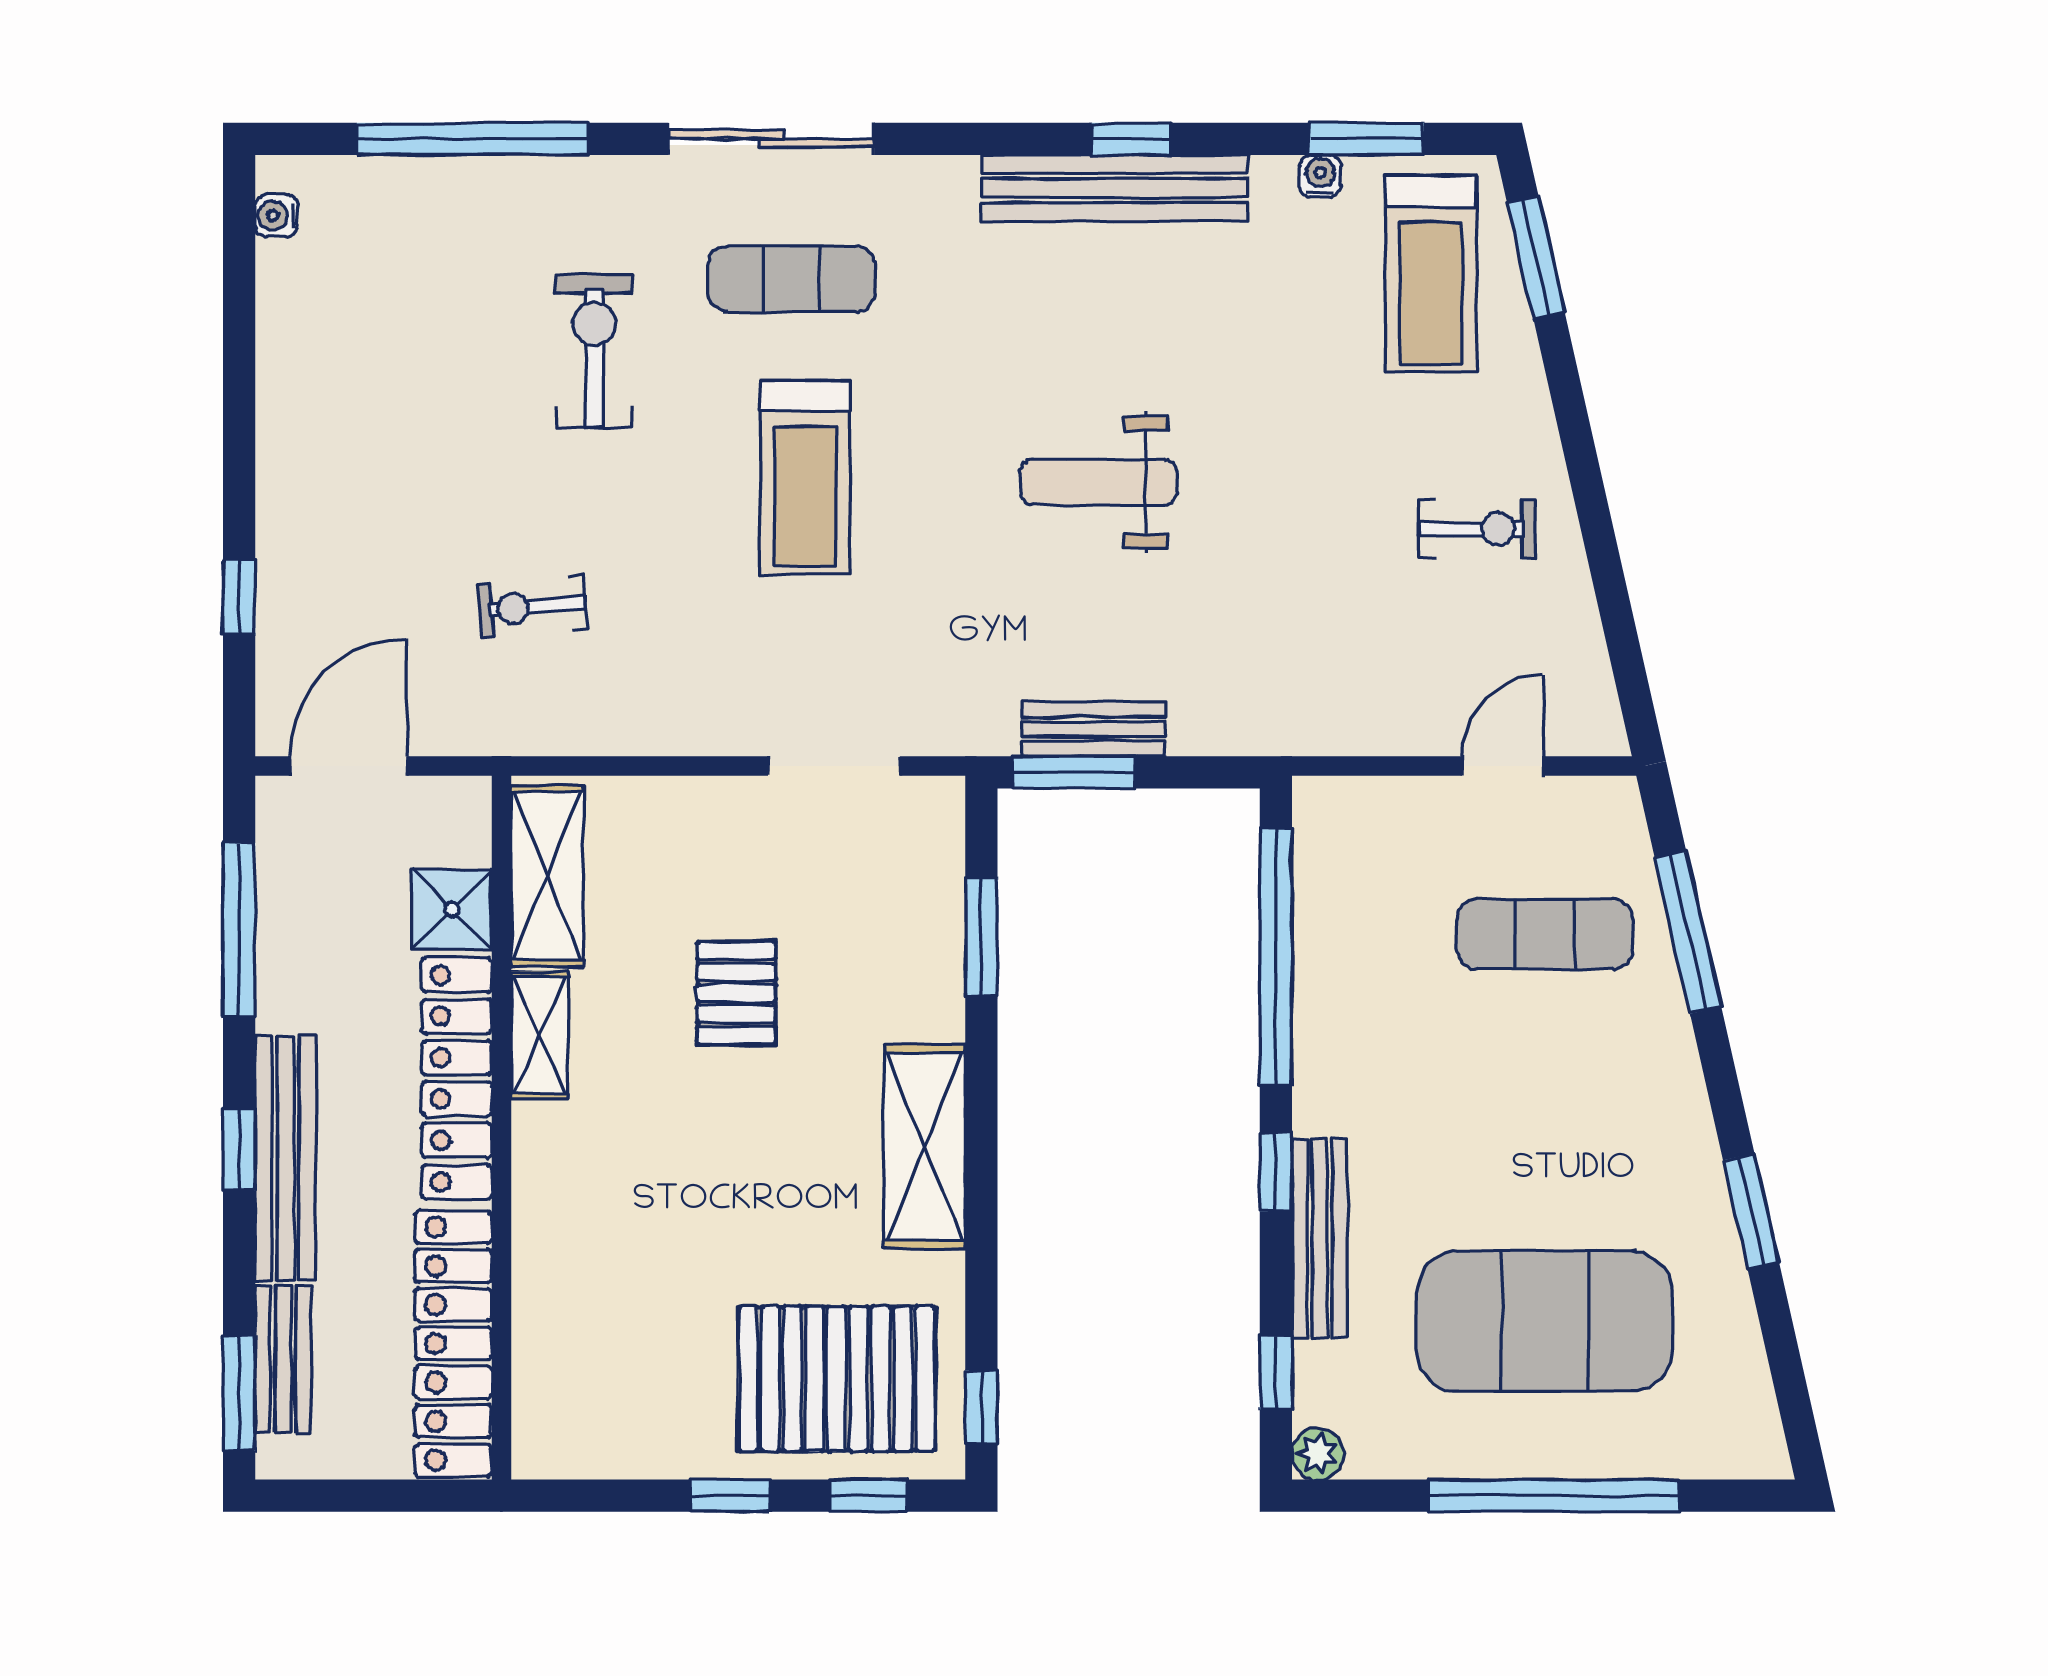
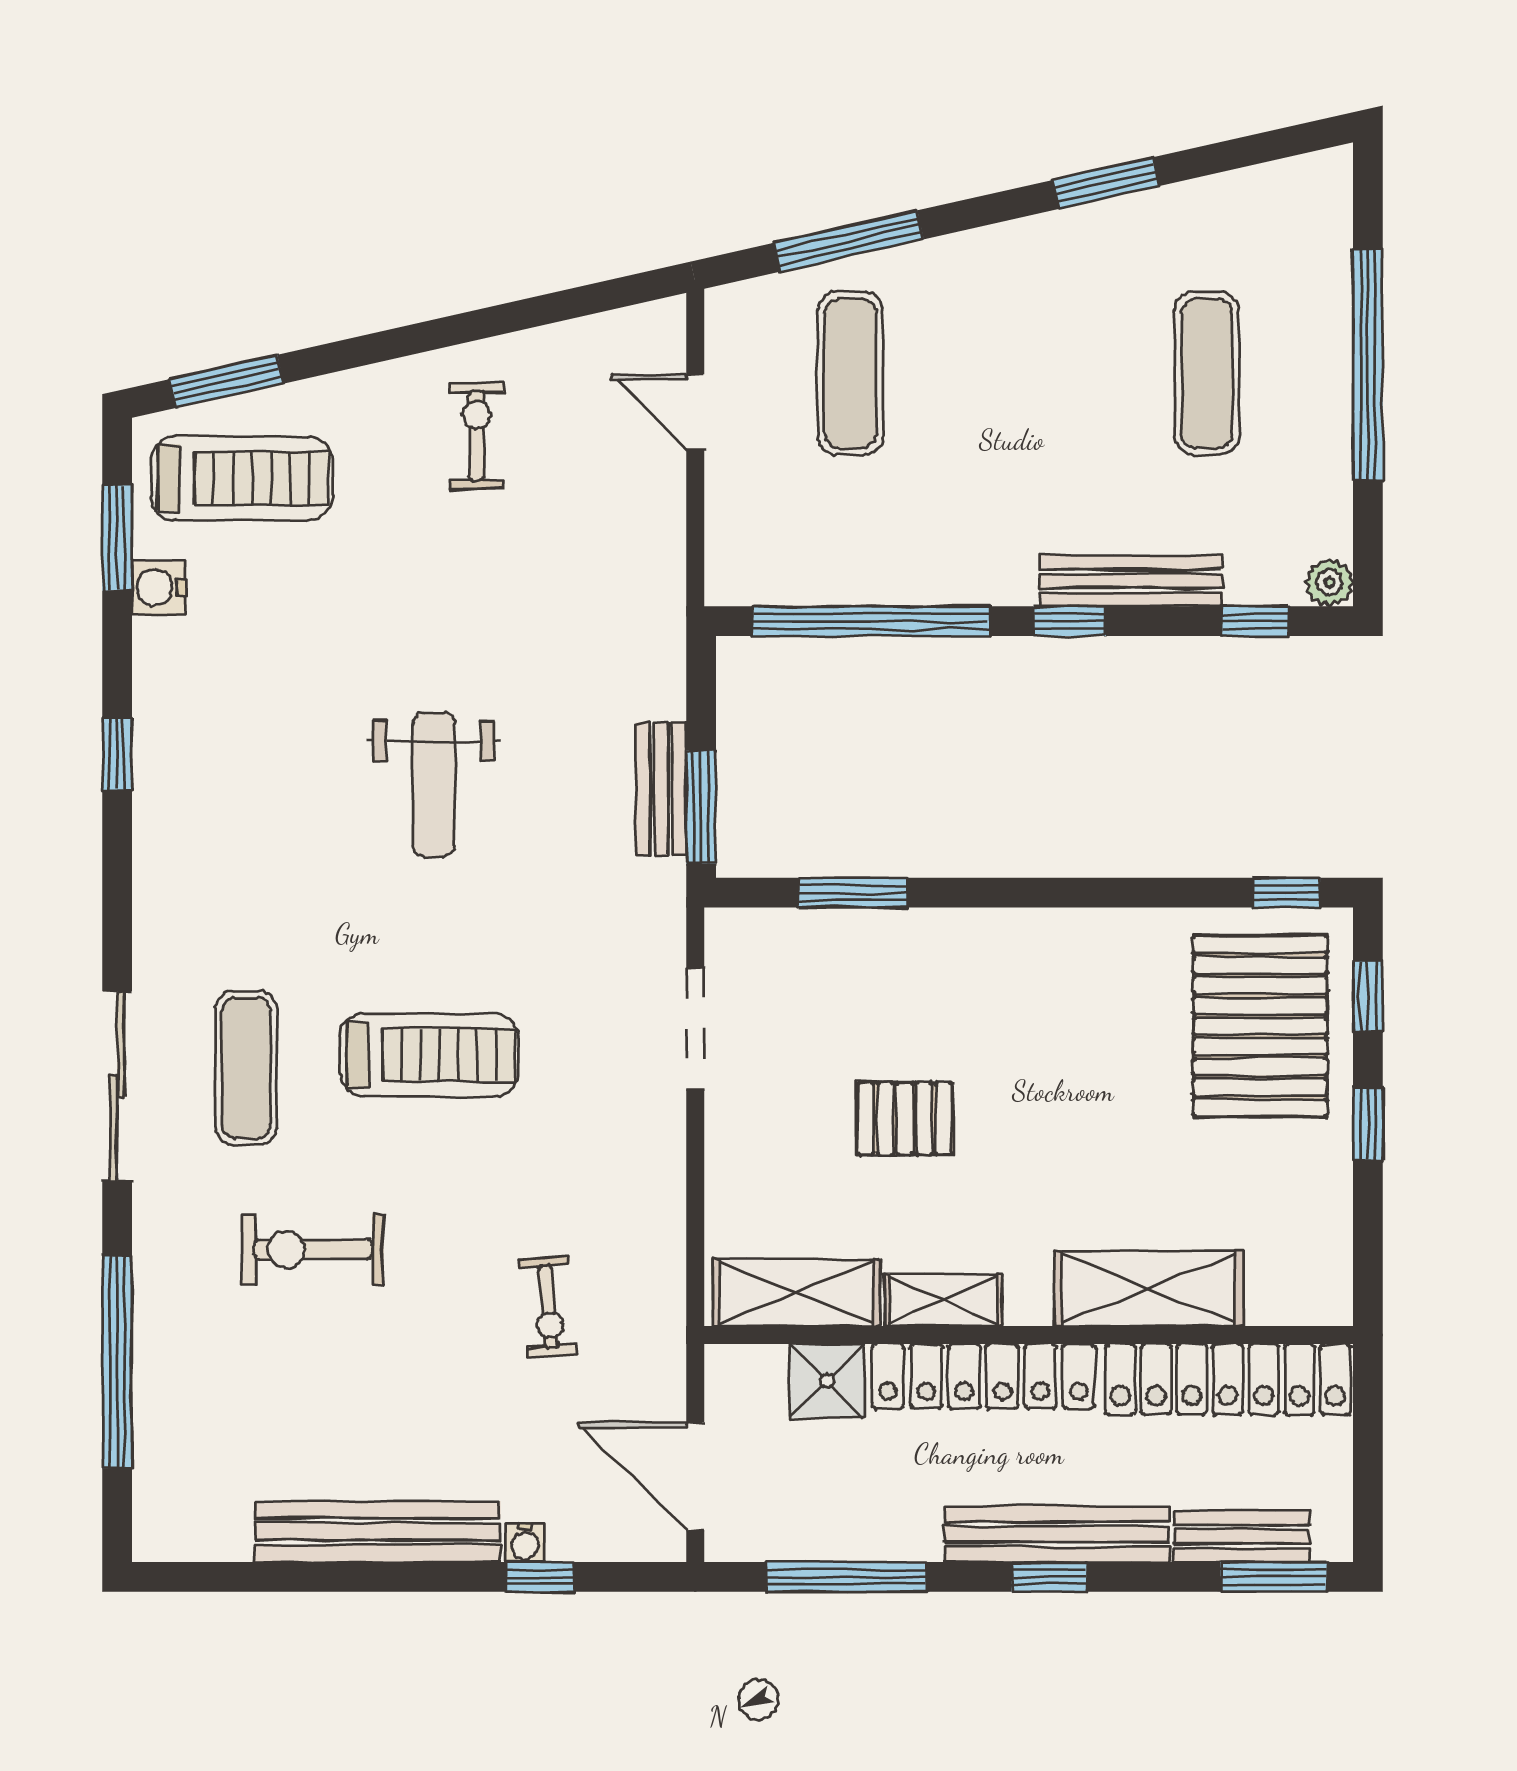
water cooler: (1320, 176) -> (159, 588), width x1.38, depth x1.38
bench: (1115, 188) -> (378, 1532), moved, turned 90
water cooler: (276, 216) -> (525, 1543), moved
shelving: (925, 1147) -> (1149, 1289), moved
exercise mat: (1545, 1321) -> (1207, 373), width x0.50, depth x0.69

